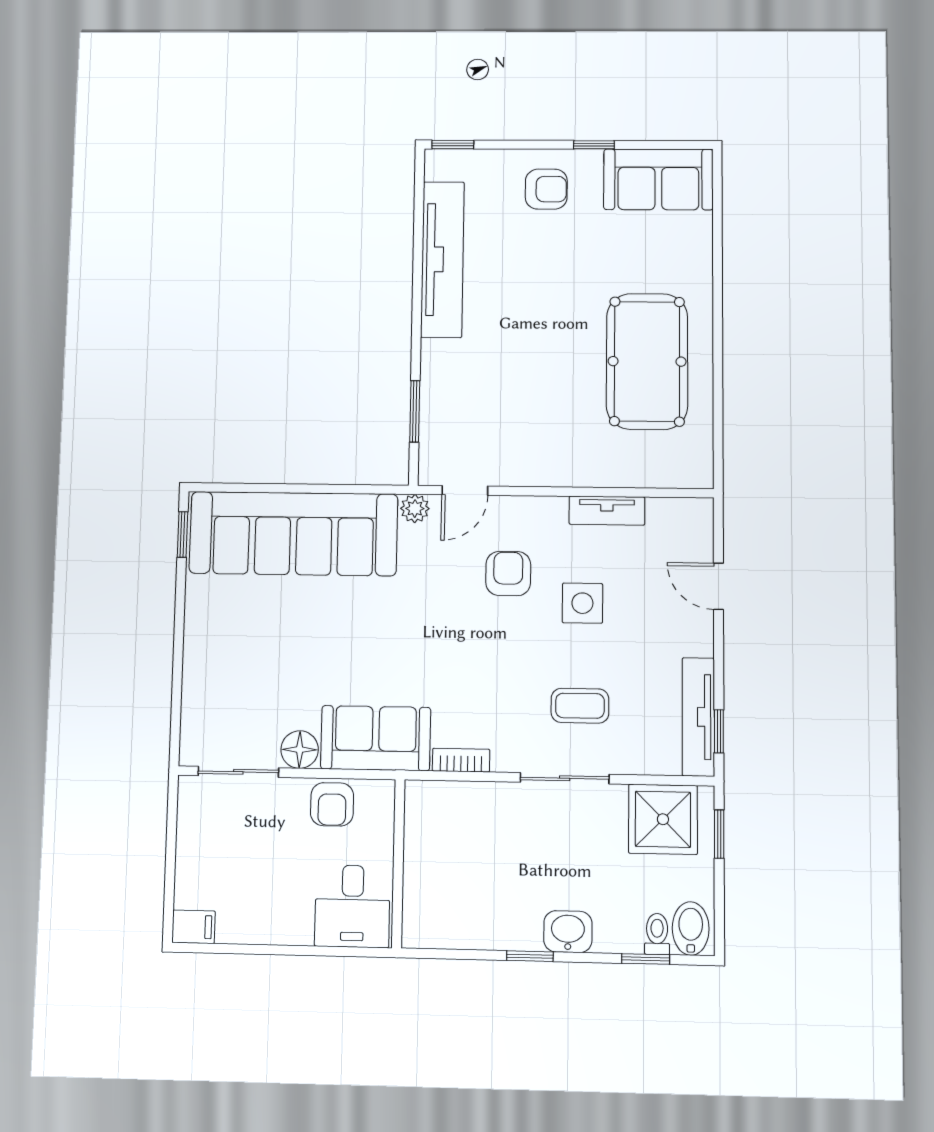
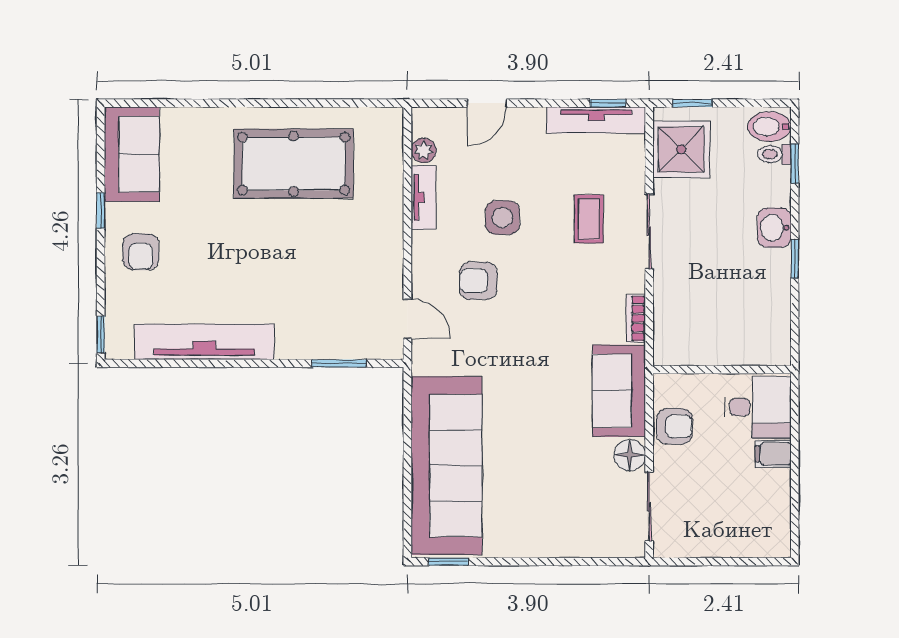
armchair: (546, 189) -> (141, 252), turned 180
plant: (415, 509) -> (424, 150), moved
filing cabinet: (193, 927) -> (773, 454), moved, turned -90

